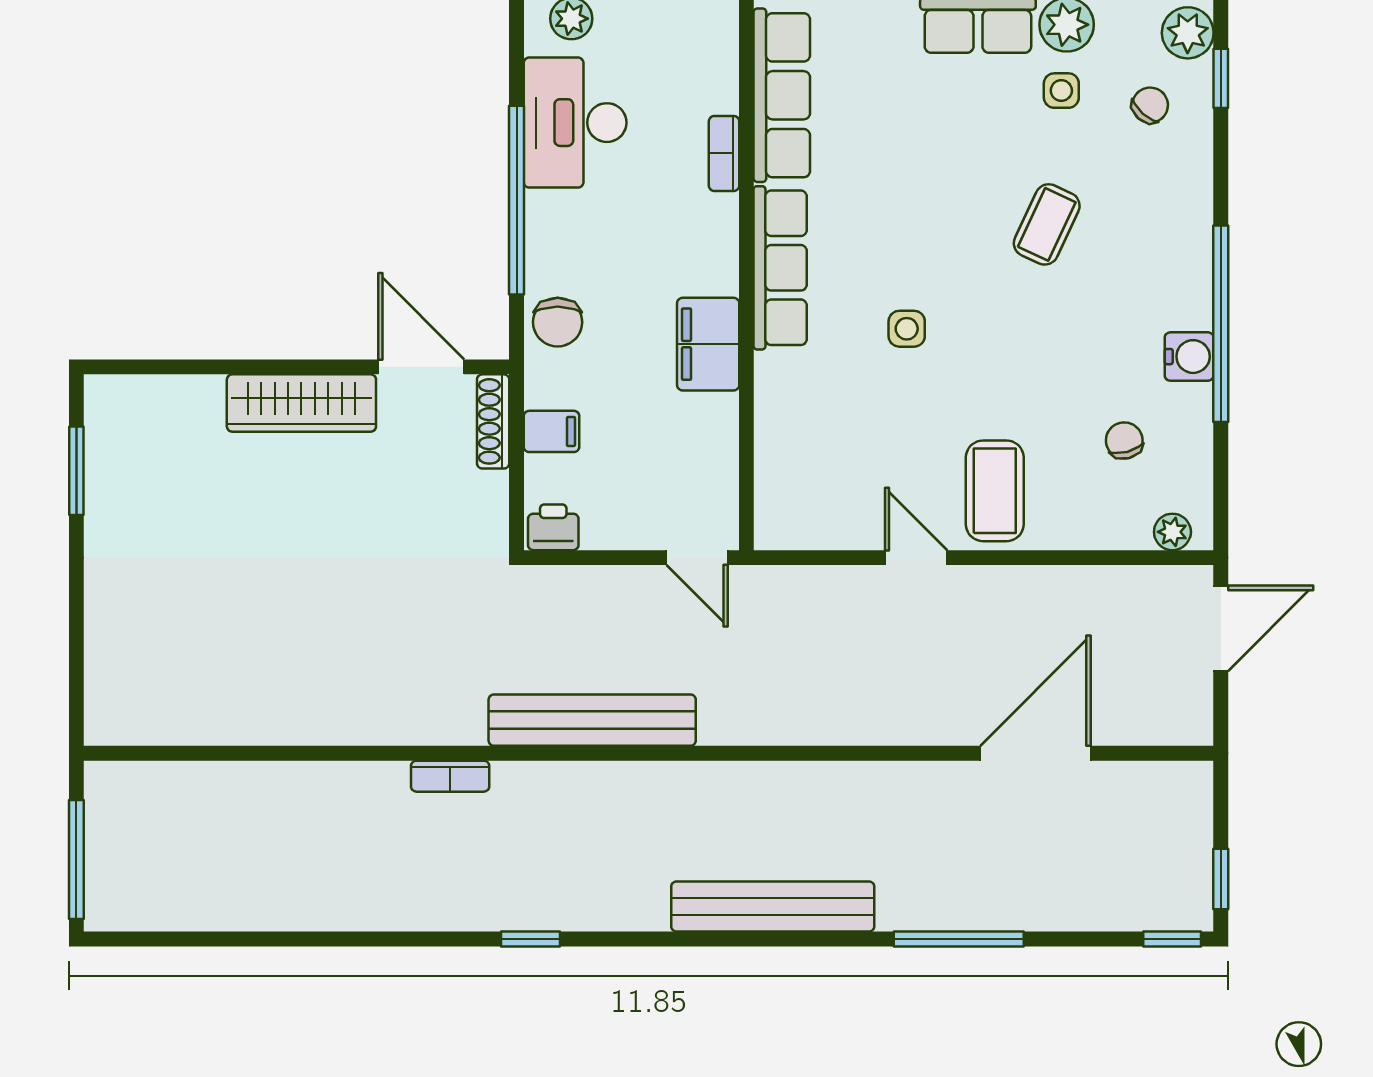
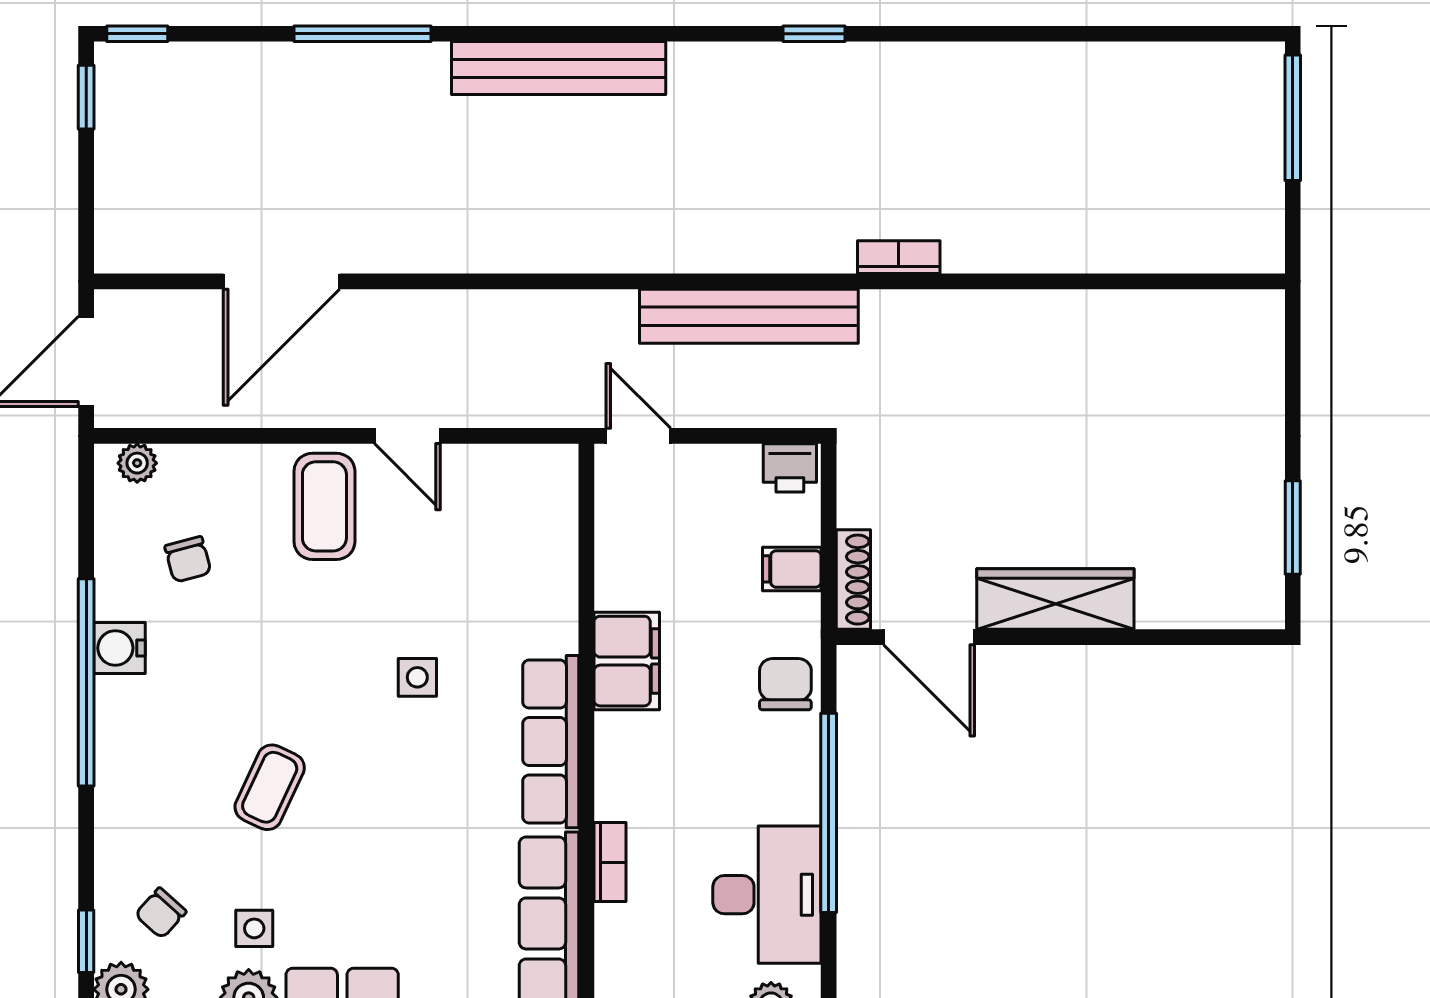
bench: (592, 720) -> (749, 316), moved
wall: (649, 753) -> (689, 281), moved
door: (1036, 753) -> (281, 281), moved
bookcase: (450, 776) -> (899, 257), moved

